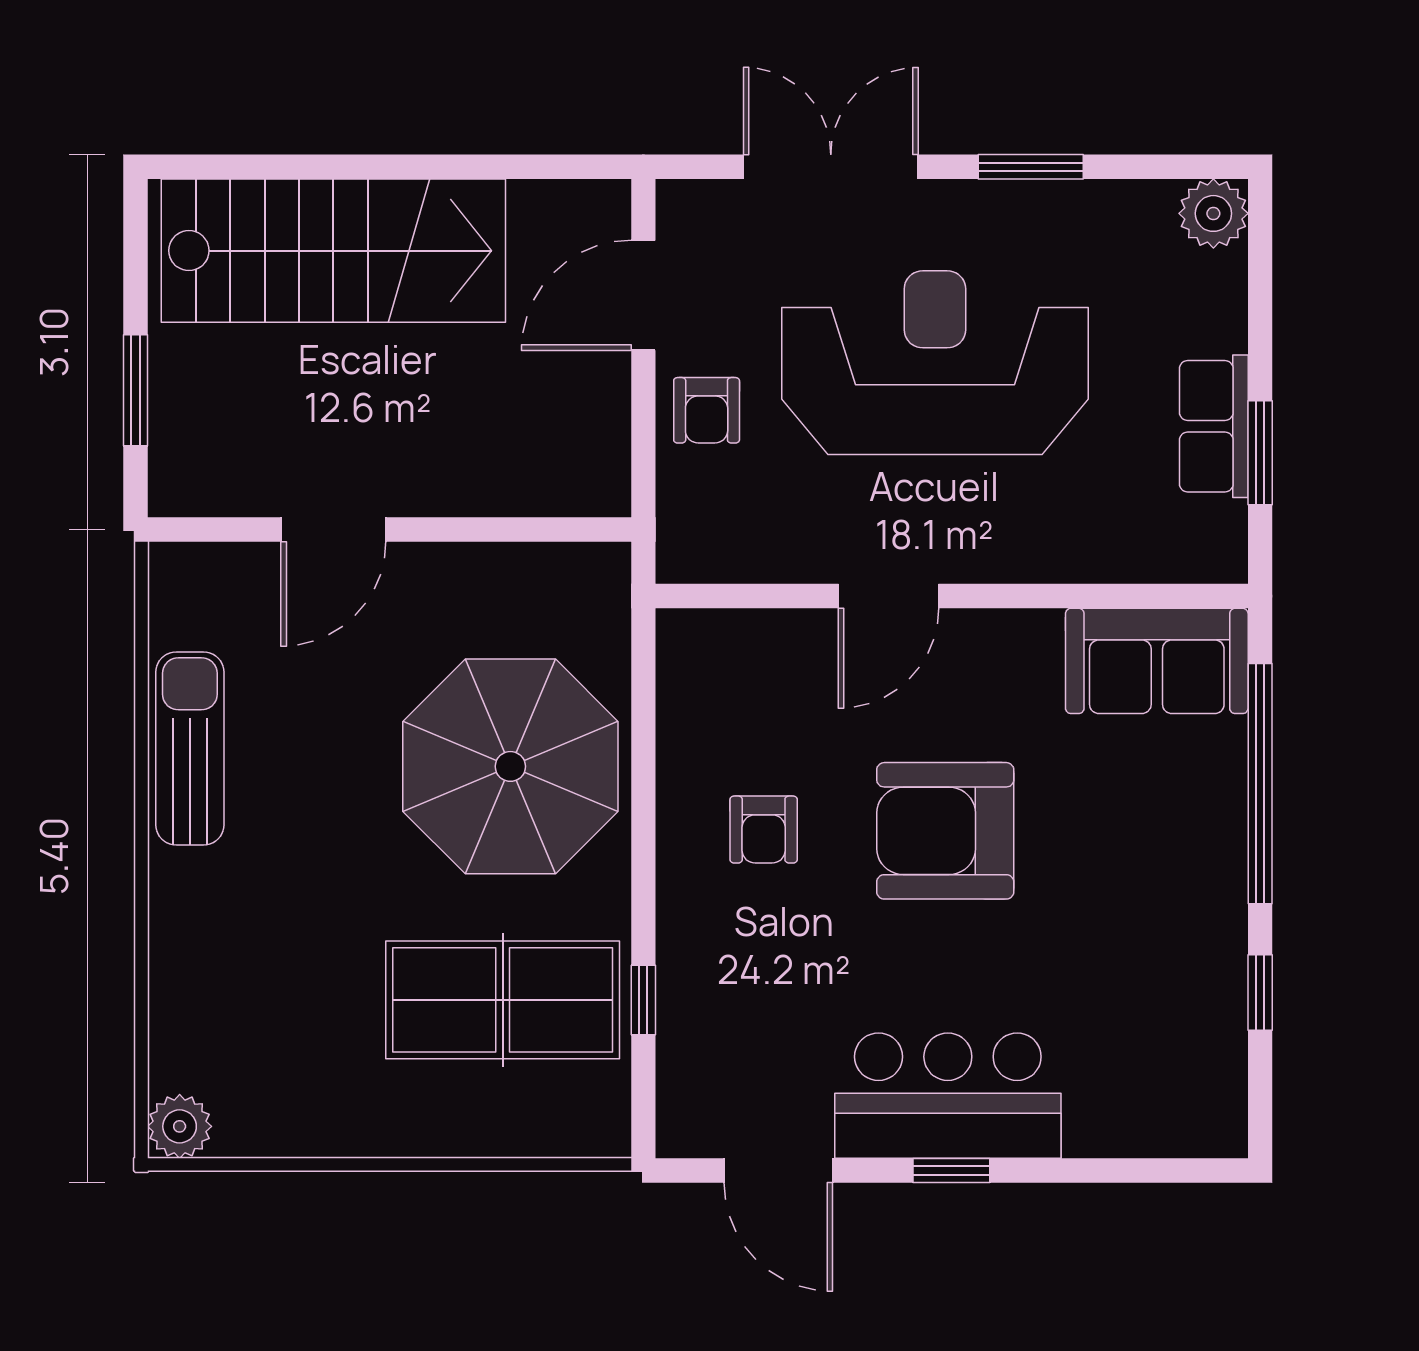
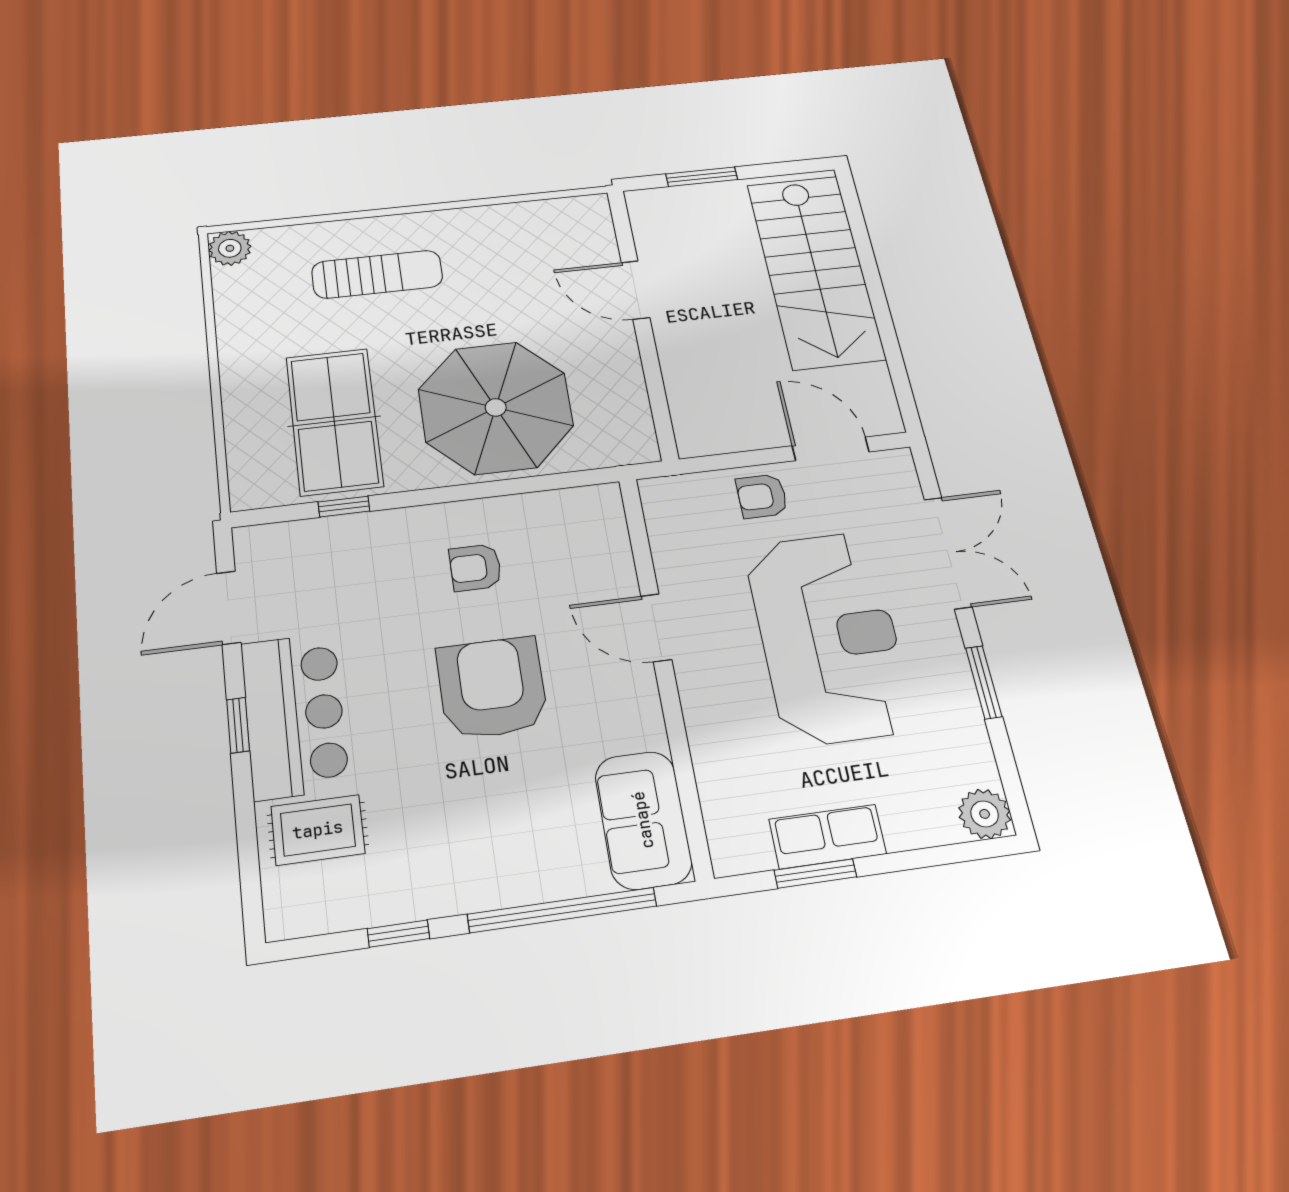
sun lounger: (190, 749) -> (377, 274), moved
rug: (1110, 1080) -> (318, 830), added

